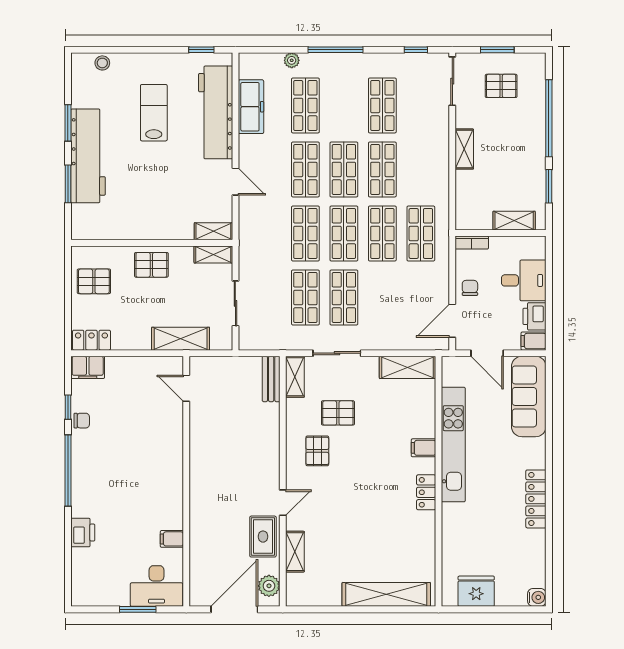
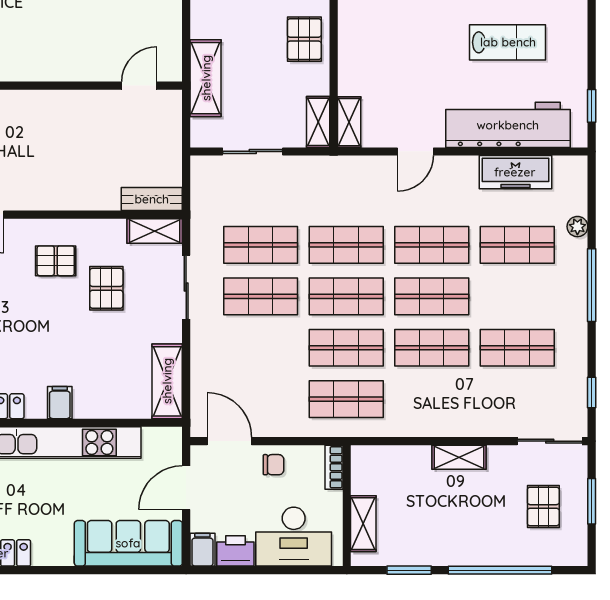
desk: (524, 280) -> (294, 537), width x1.37

